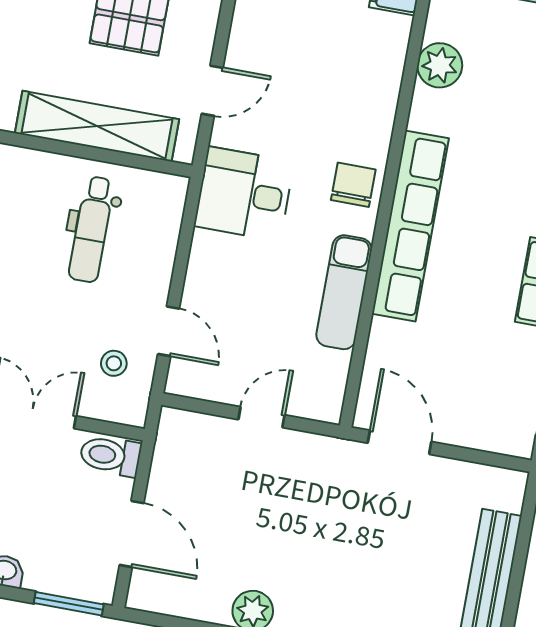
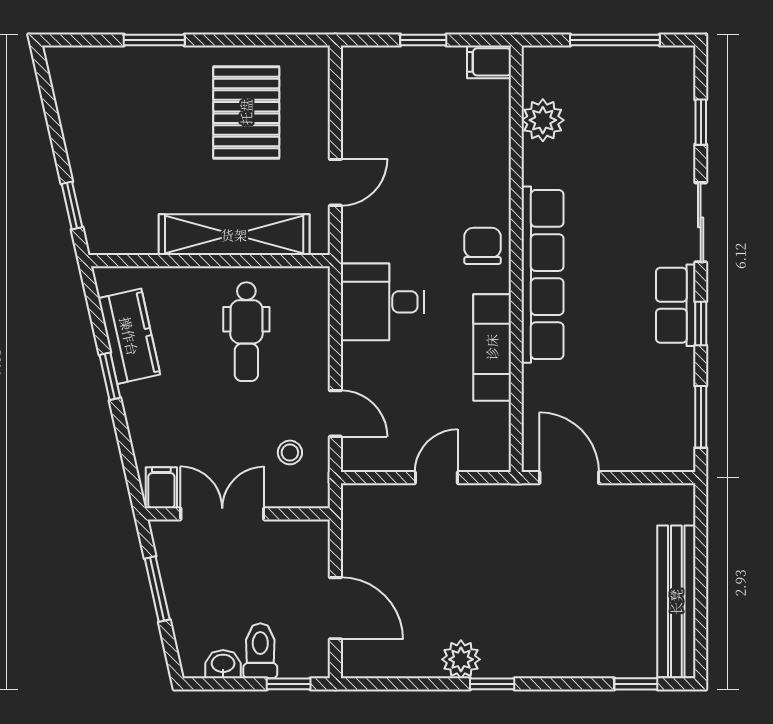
desk: (244, 194) -> (382, 302), moved
toilet: (110, 456) -> (260, 651), moved, turned 90
window: (69, 604) -> (289, 684), width x0.67

